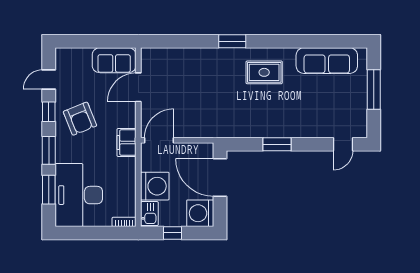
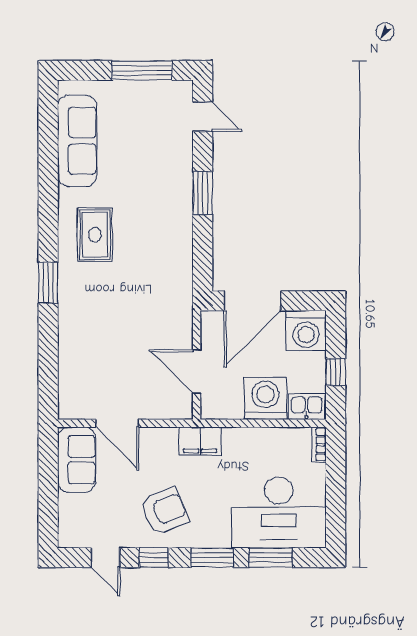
window: (374, 89) -> (142, 70), moved
door: (159, 140) -> (197, 372), moved
window: (277, 144) -> (203, 193), moved

